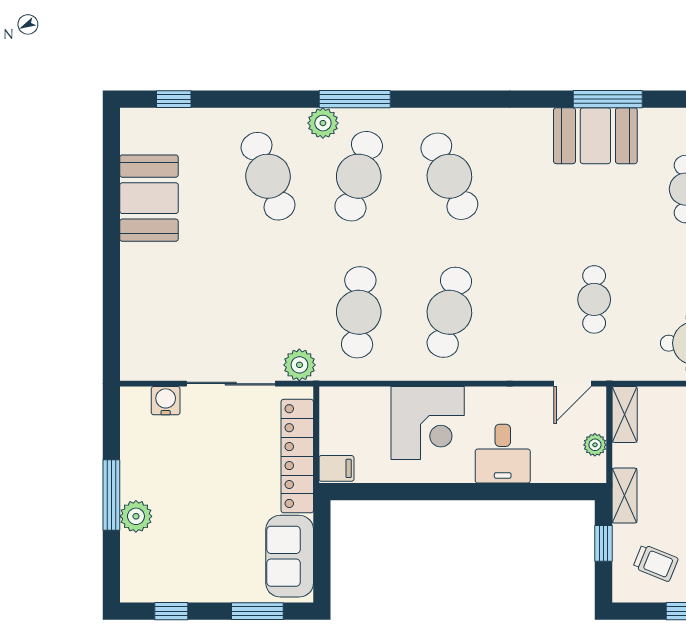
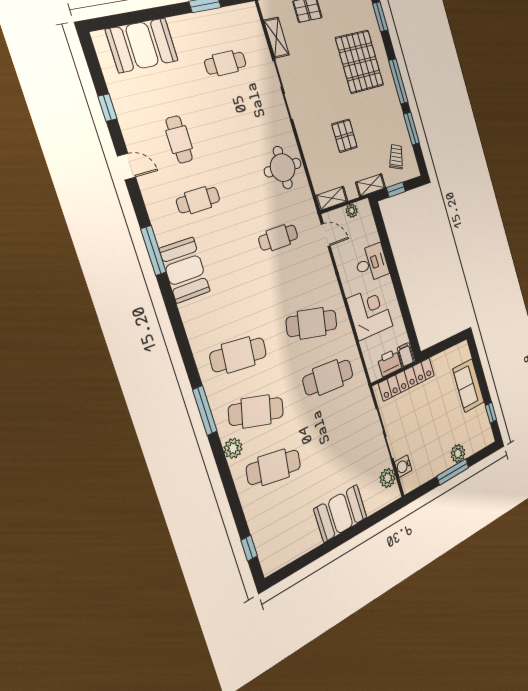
window: (355, 99) -> (205, 410), moved
window: (608, 99) -> (153, 250), moved
cafe table: (268, 176) -> (274, 467), turned 30
cafe table: (449, 176) -> (238, 355), turned 30
booth: (149, 198) -> (341, 513), moved
plant: (299, 365) -> (388, 478), moved
printer: (336, 432) -> (389, 363), added
sofa: (290, 556) -> (468, 386), moved, turned 90
window: (257, 611) -> (478, 367), removed

